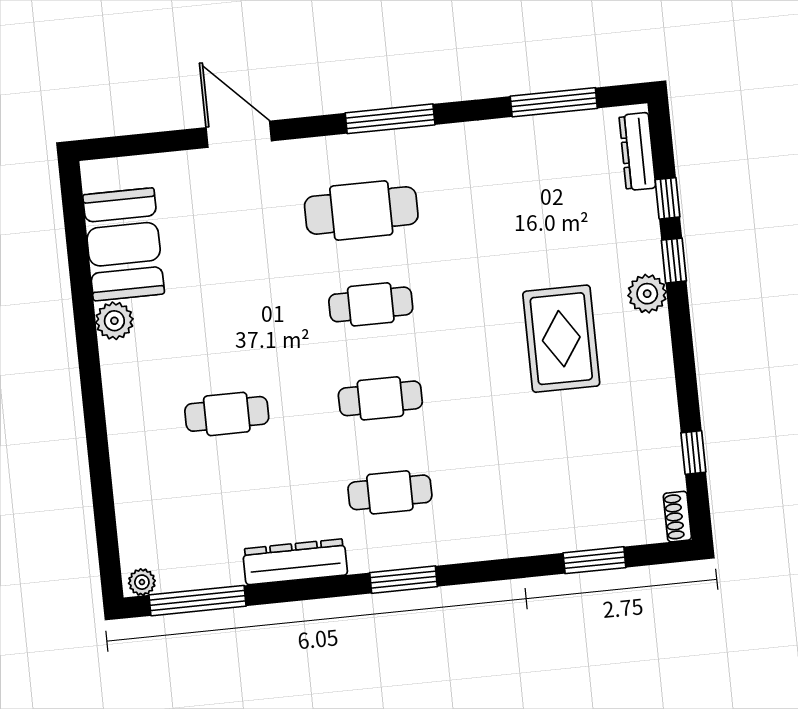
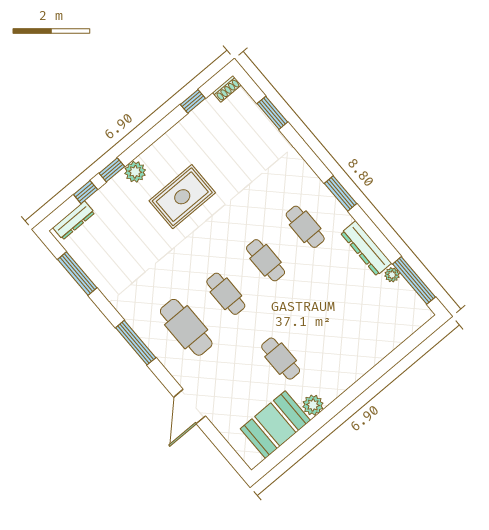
cafe table: (227, 414) -> (281, 359), moved
plant: (142, 582) -> (392, 275), moved

